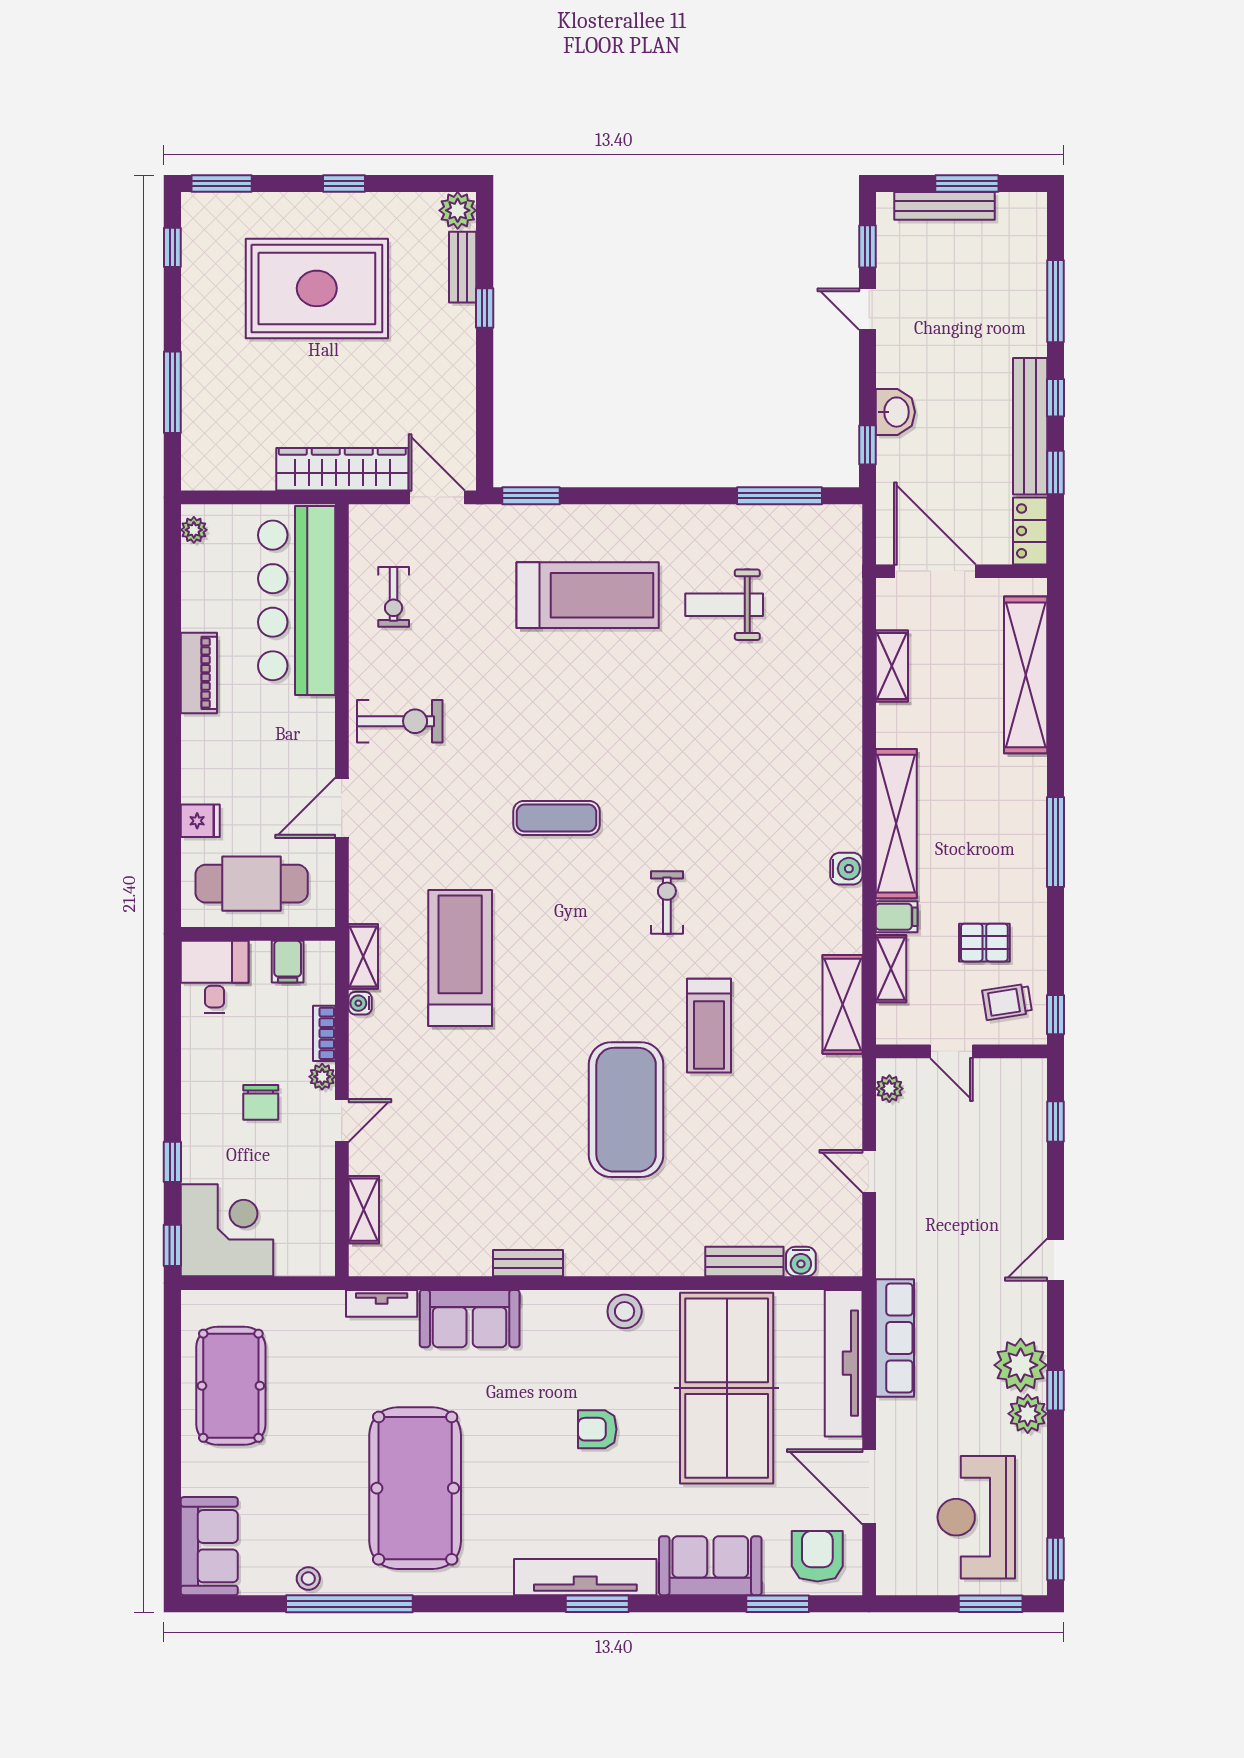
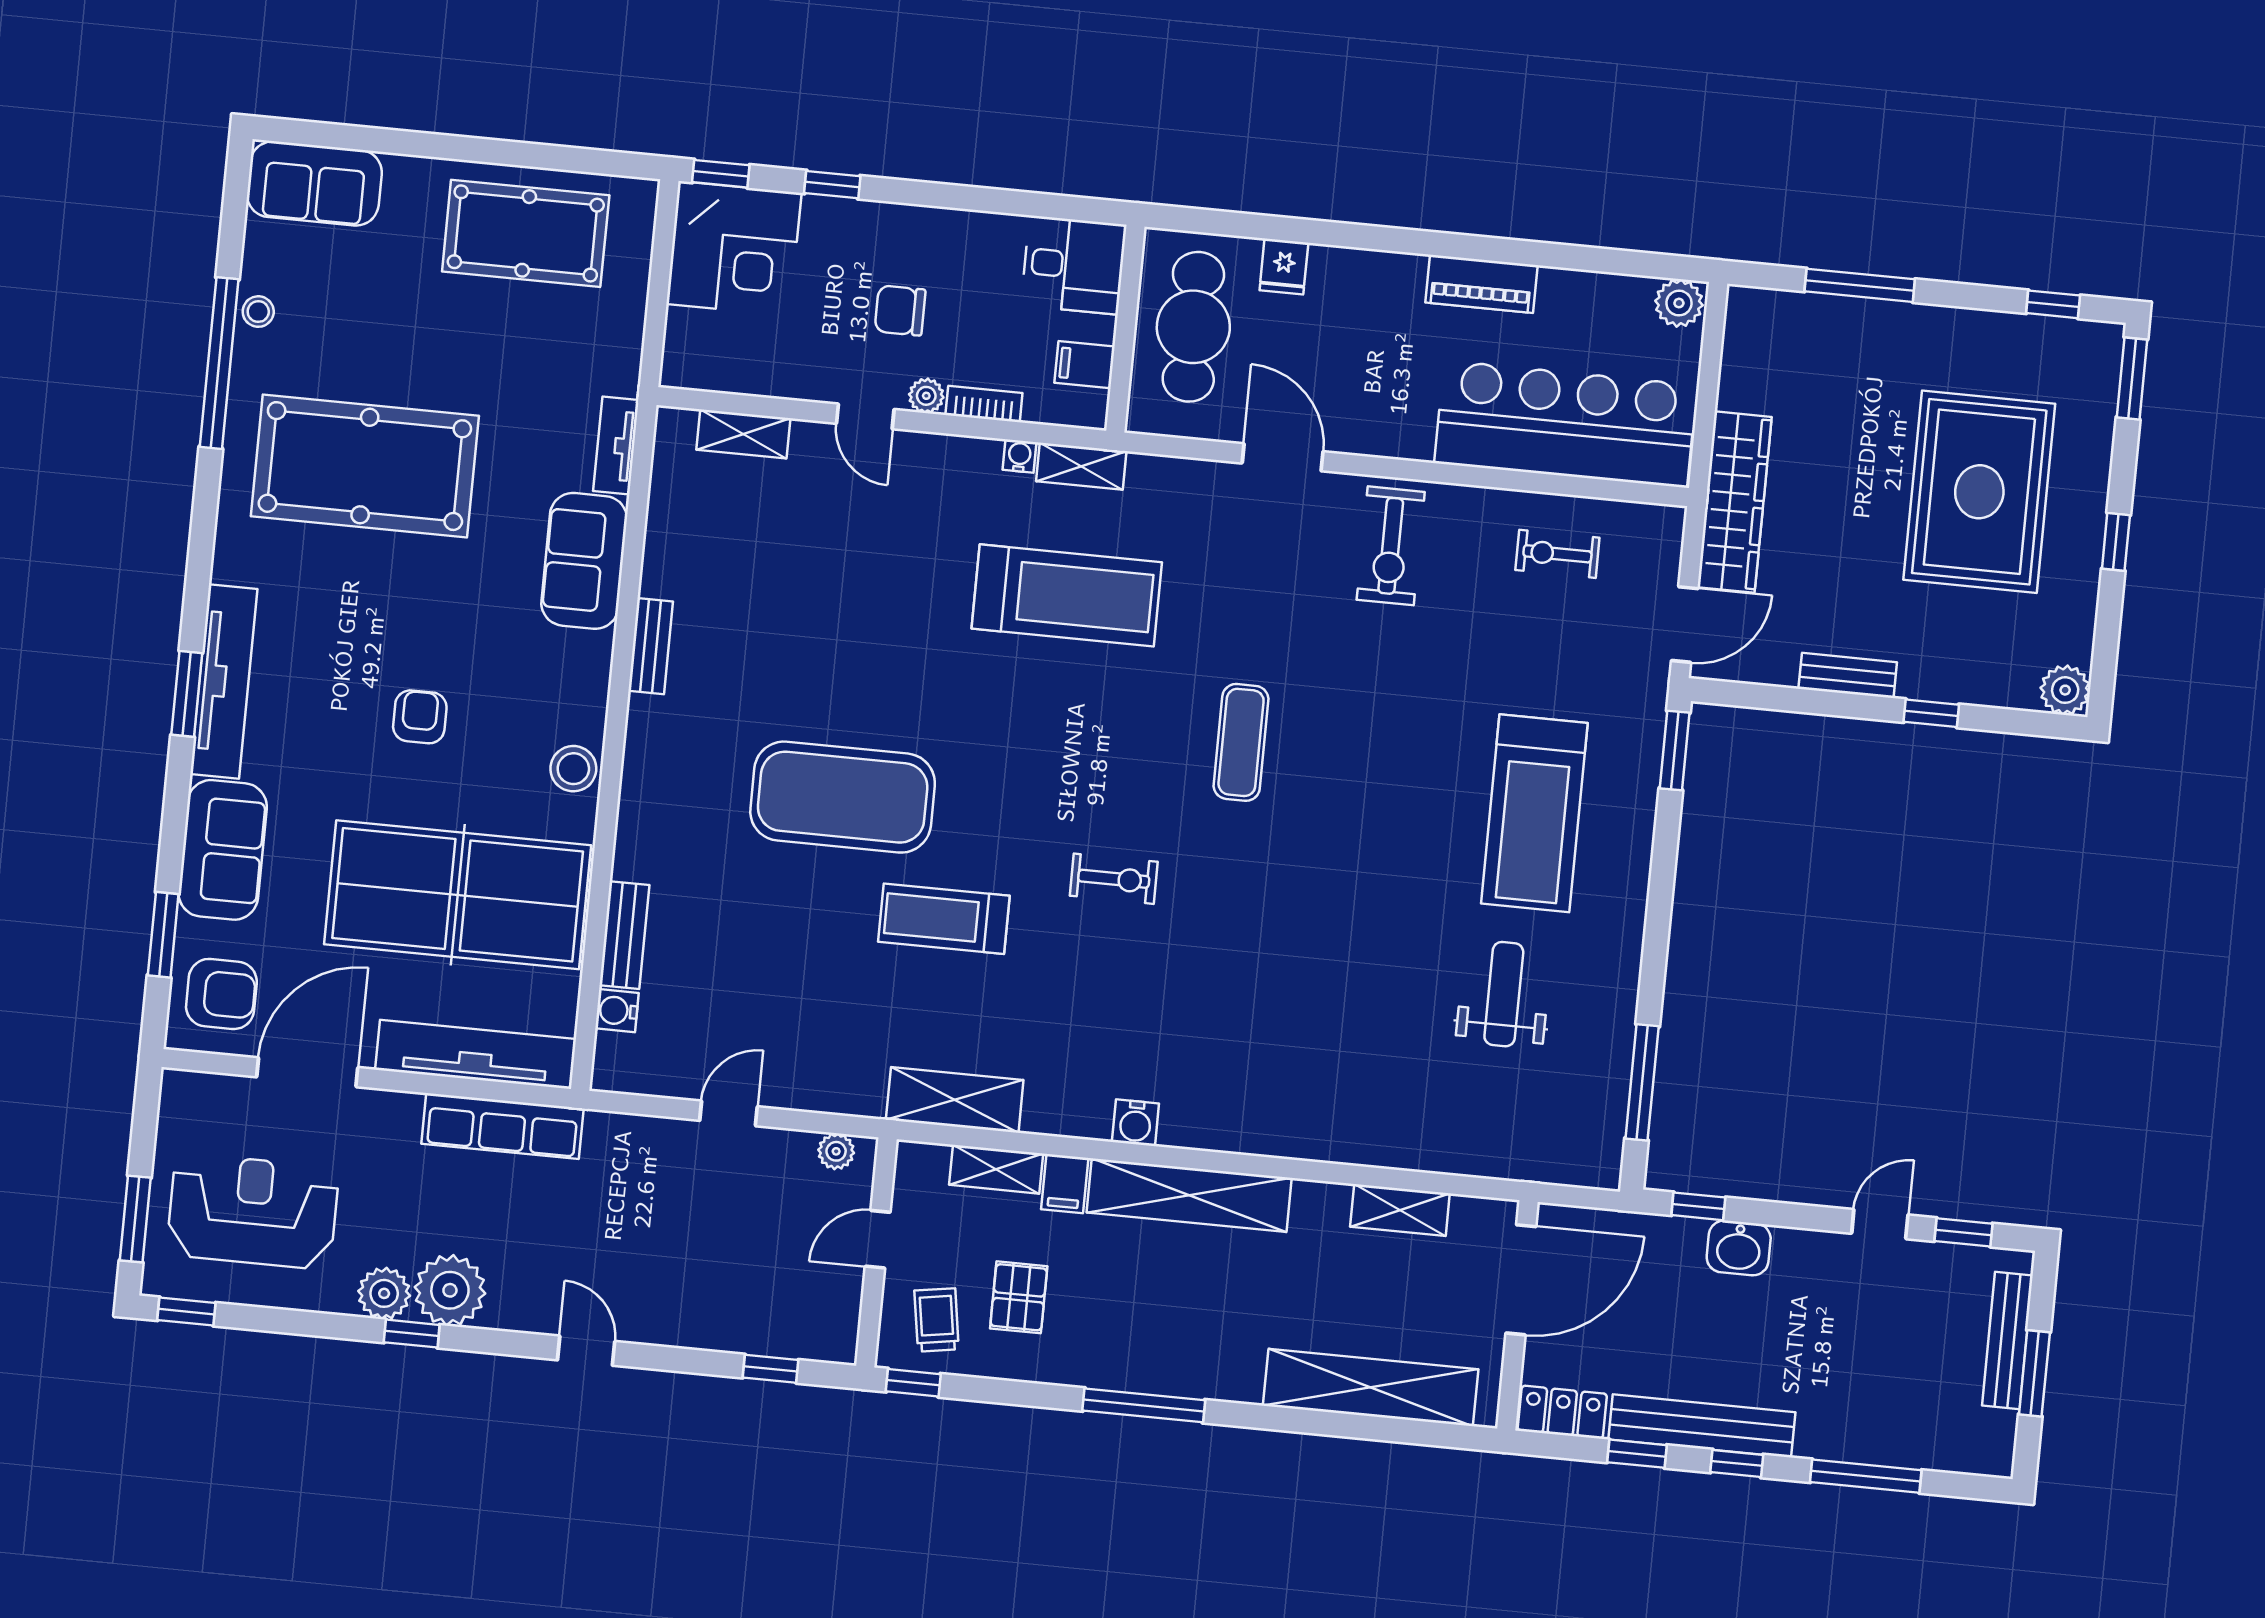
bench: (463, 267) -> (1848, 675), moved
plant: (194, 530) -> (1679, 303), width x1.38, depth x1.38

